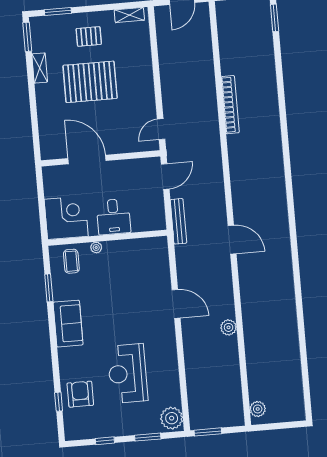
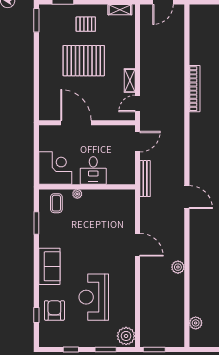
shelving: (40, 68) -> (130, 81), moved
sofa: (68, 324) -> (49, 266), moved
plant: (258, 409) -> (196, 323), moved

